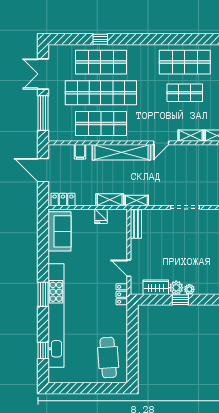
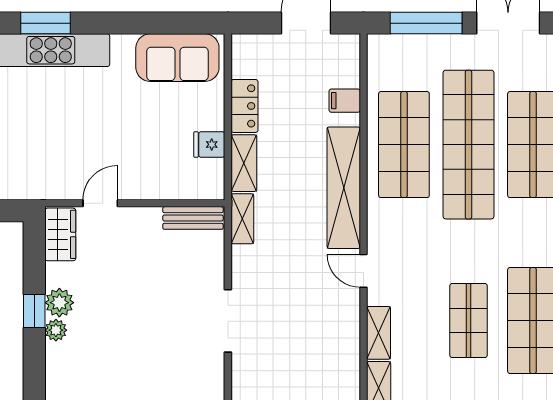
locker: (63, 199) -> (244, 106), moved
wardrobe: (156, 287) -> (60, 234), moved
locker: (122, 294) -> (45, 188), removed

